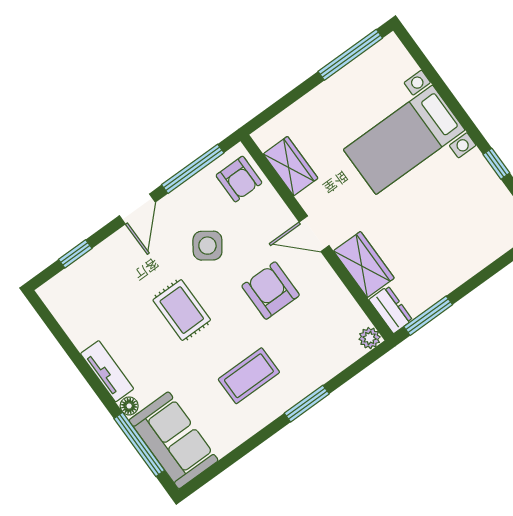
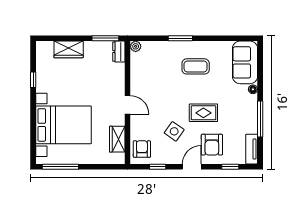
bed with nightstands: (404, 140) -> (63, 125), width x1.36
window: (193, 169) -> (158, 167), width x0.46
wardrobe: (364, 264) -> (69, 49), moved, turned -90
armchair: (271, 291) -> (212, 145), moved
rug: (182, 310) -> (203, 113), turned 90
tv unit: (107, 371) -> (252, 149), moved
window: (139, 444) -> (260, 119), moved

